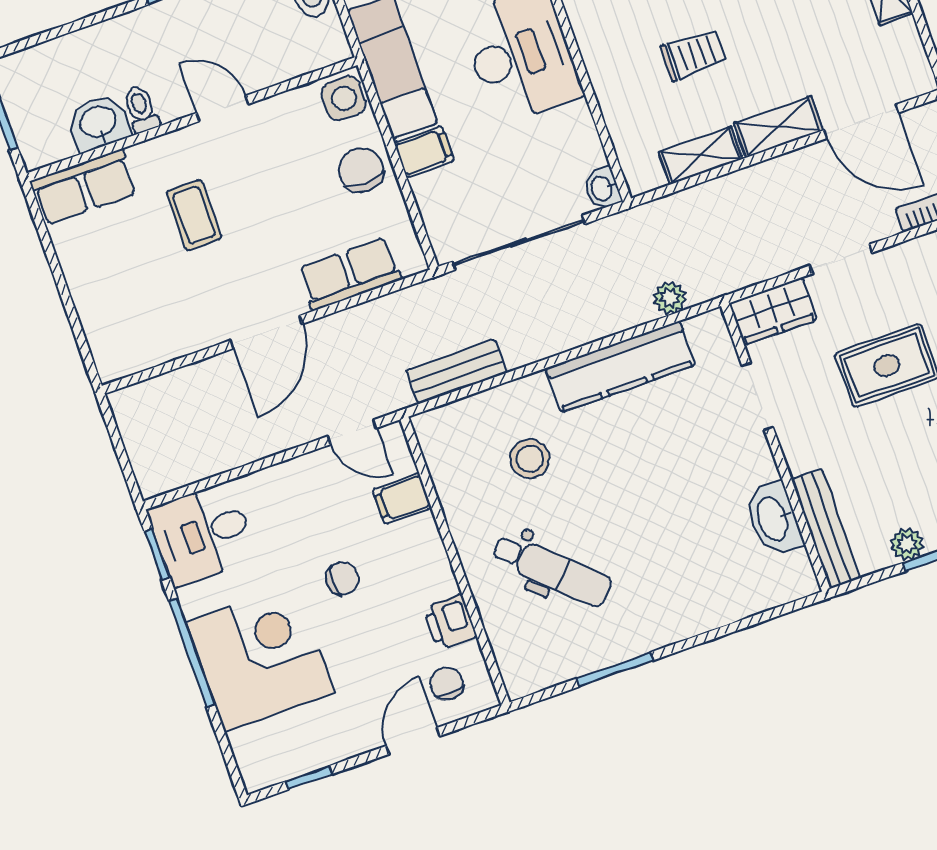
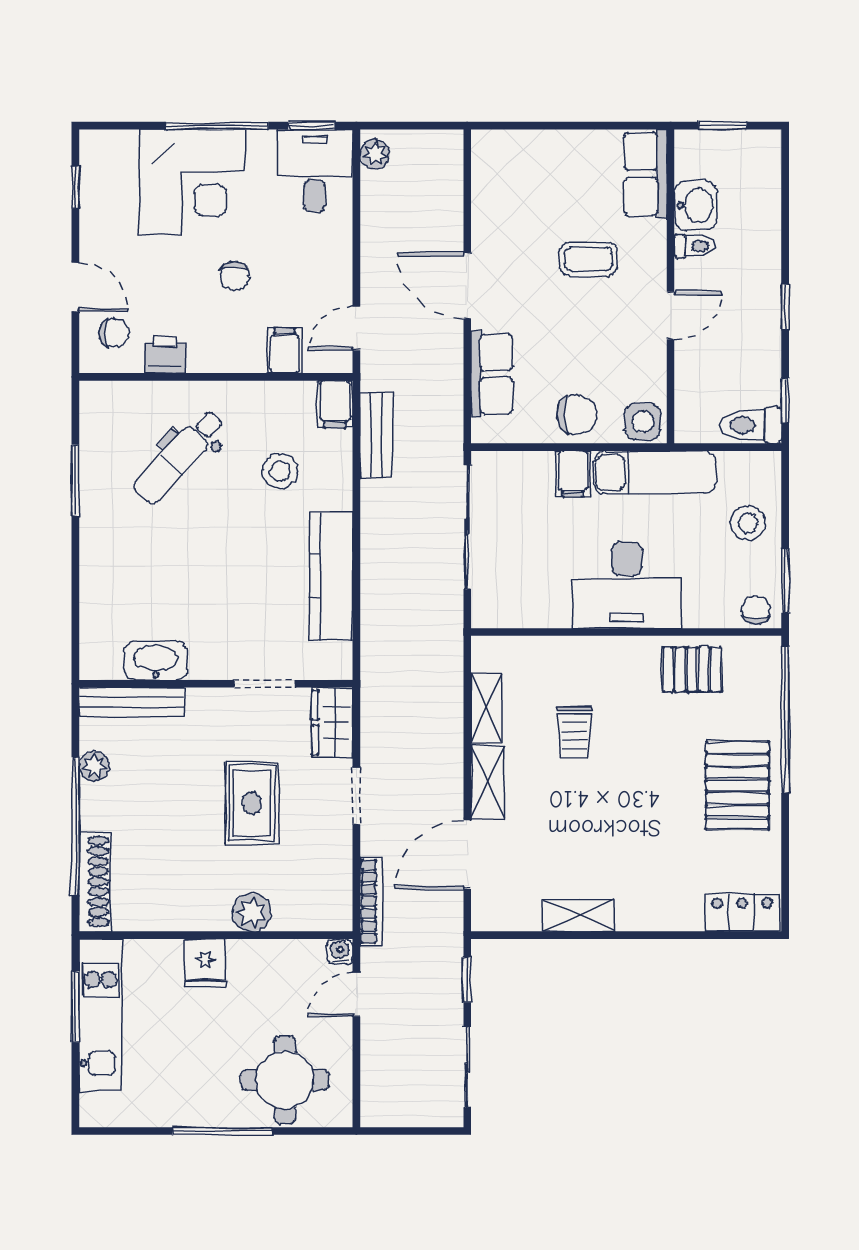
washbasin: (602, 188) -> (488, 614), removed
plant: (670, 298) -> (375, 154), moved
filing cabinet: (439, 426) -> (335, 404), added

